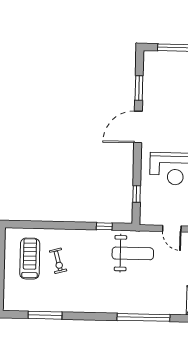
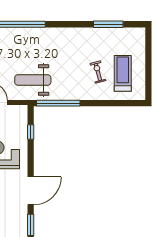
window: (104, 226) -> (58, 103), width x3.17
treadmill: (30, 259) -> (123, 73), turned 180

